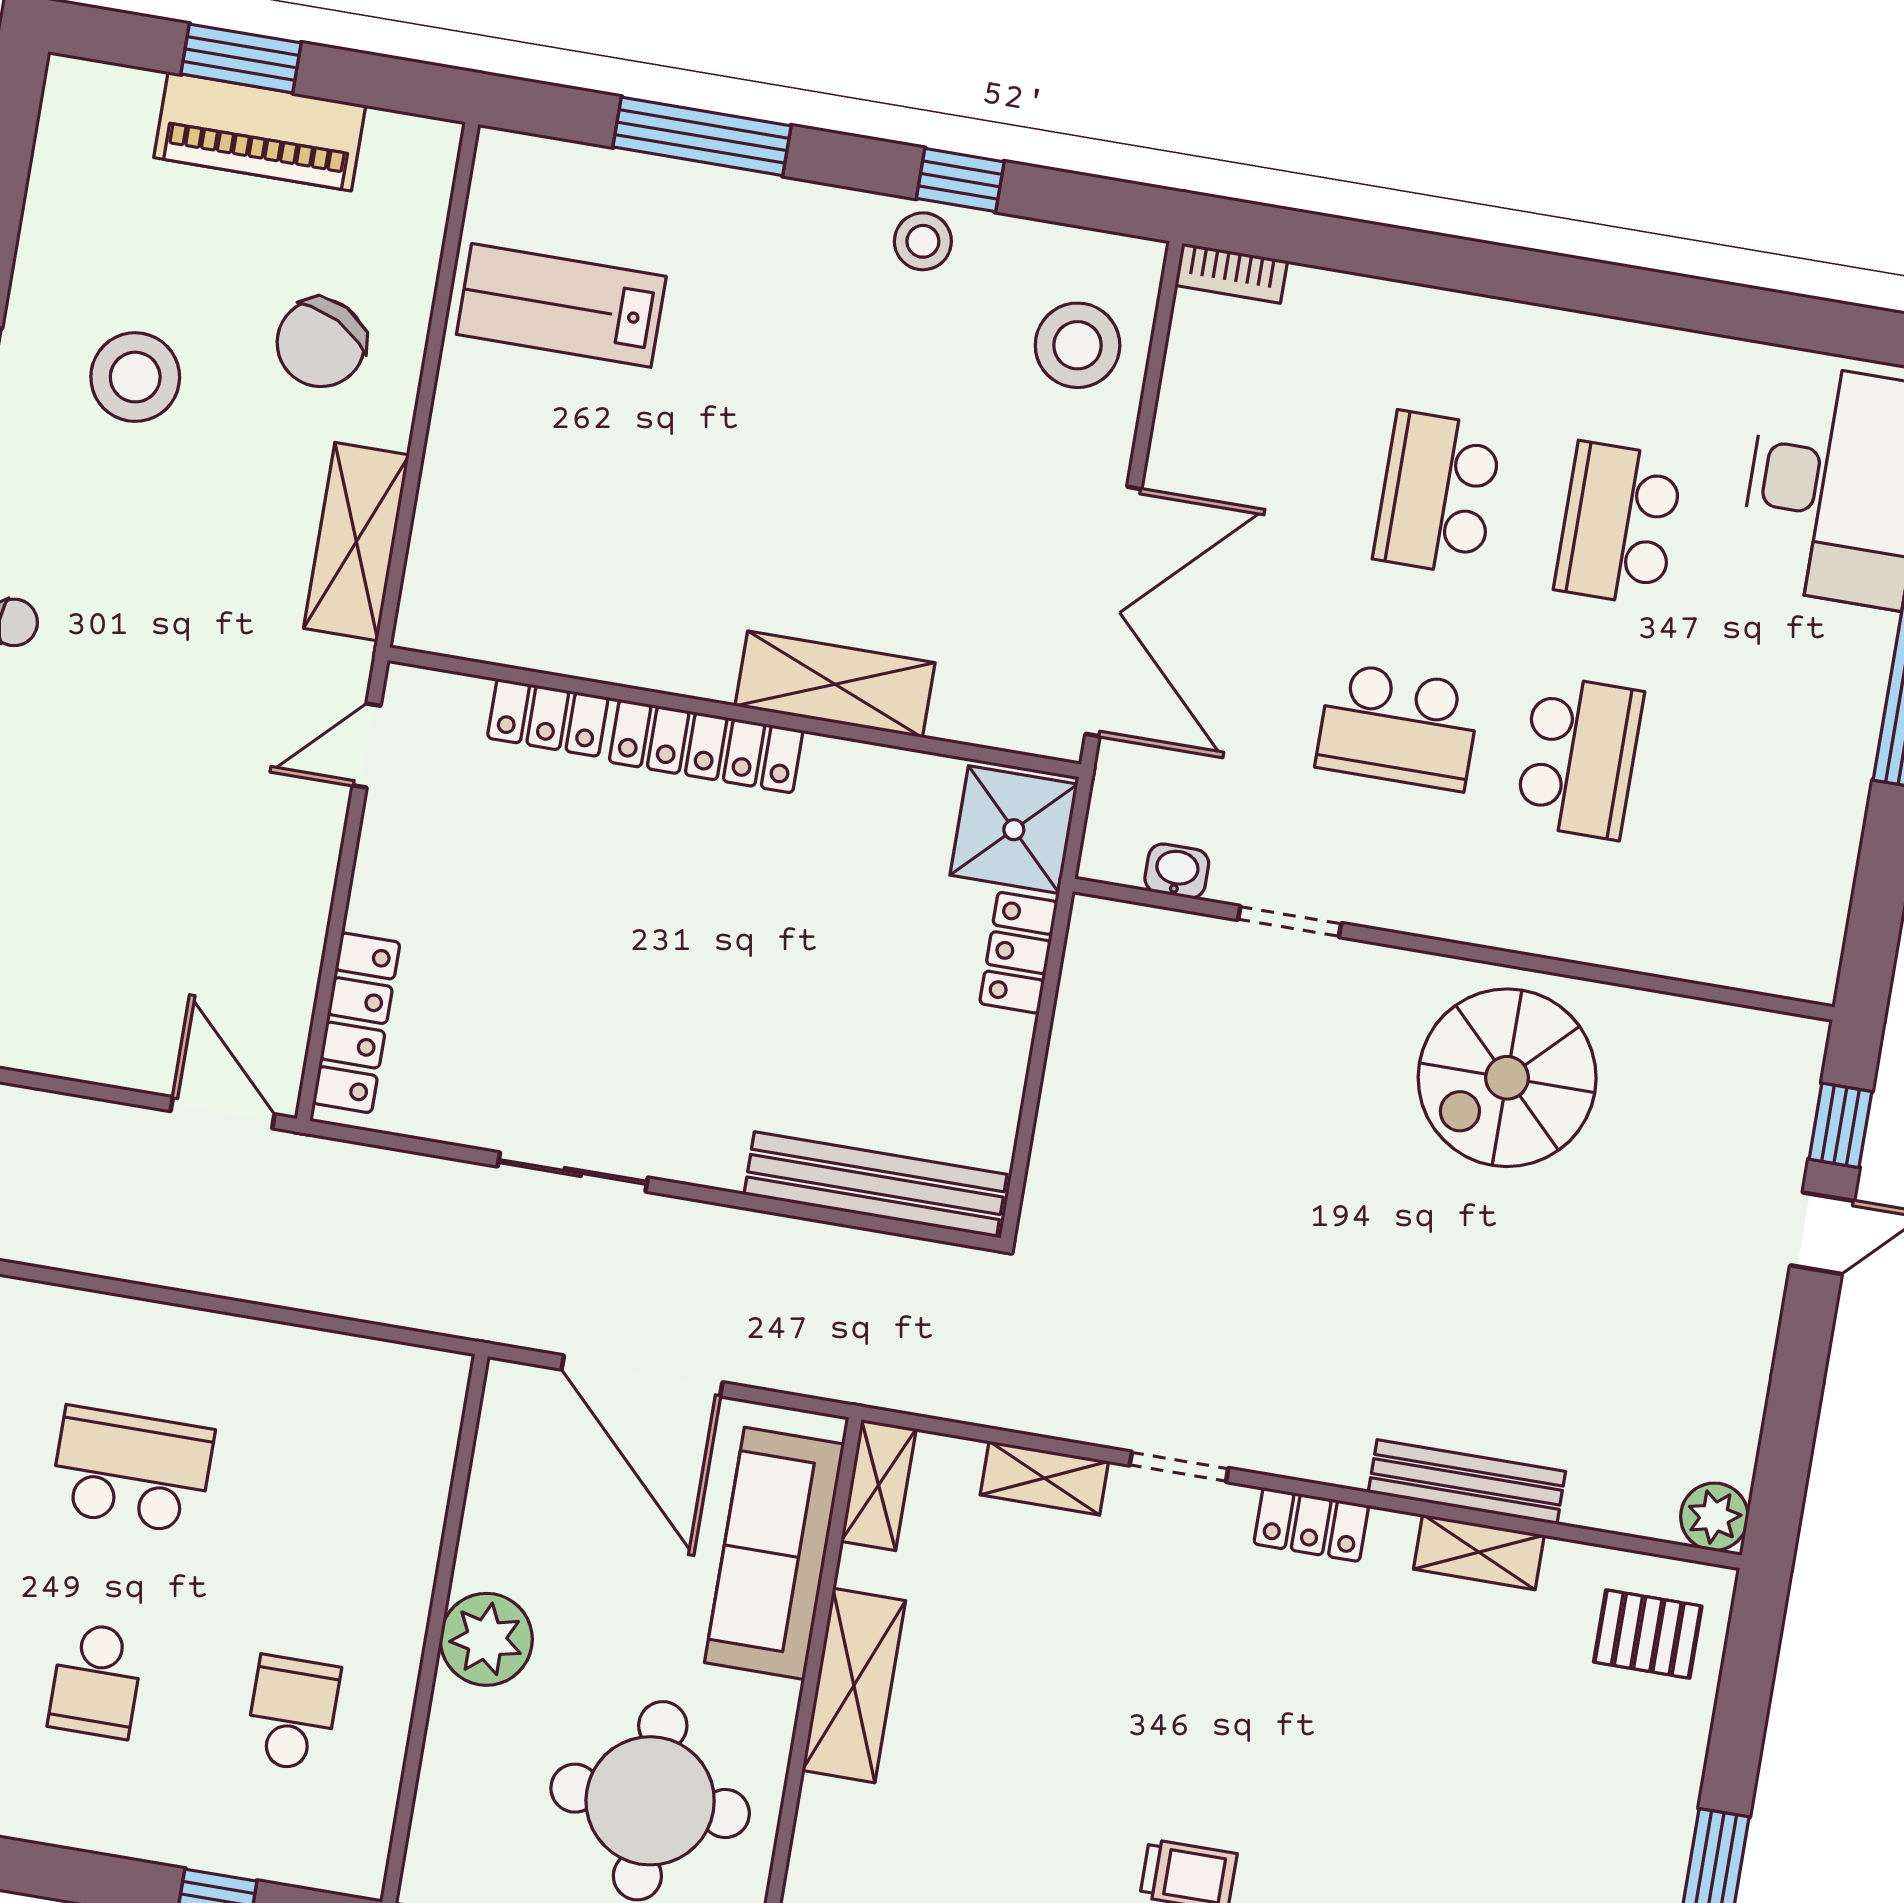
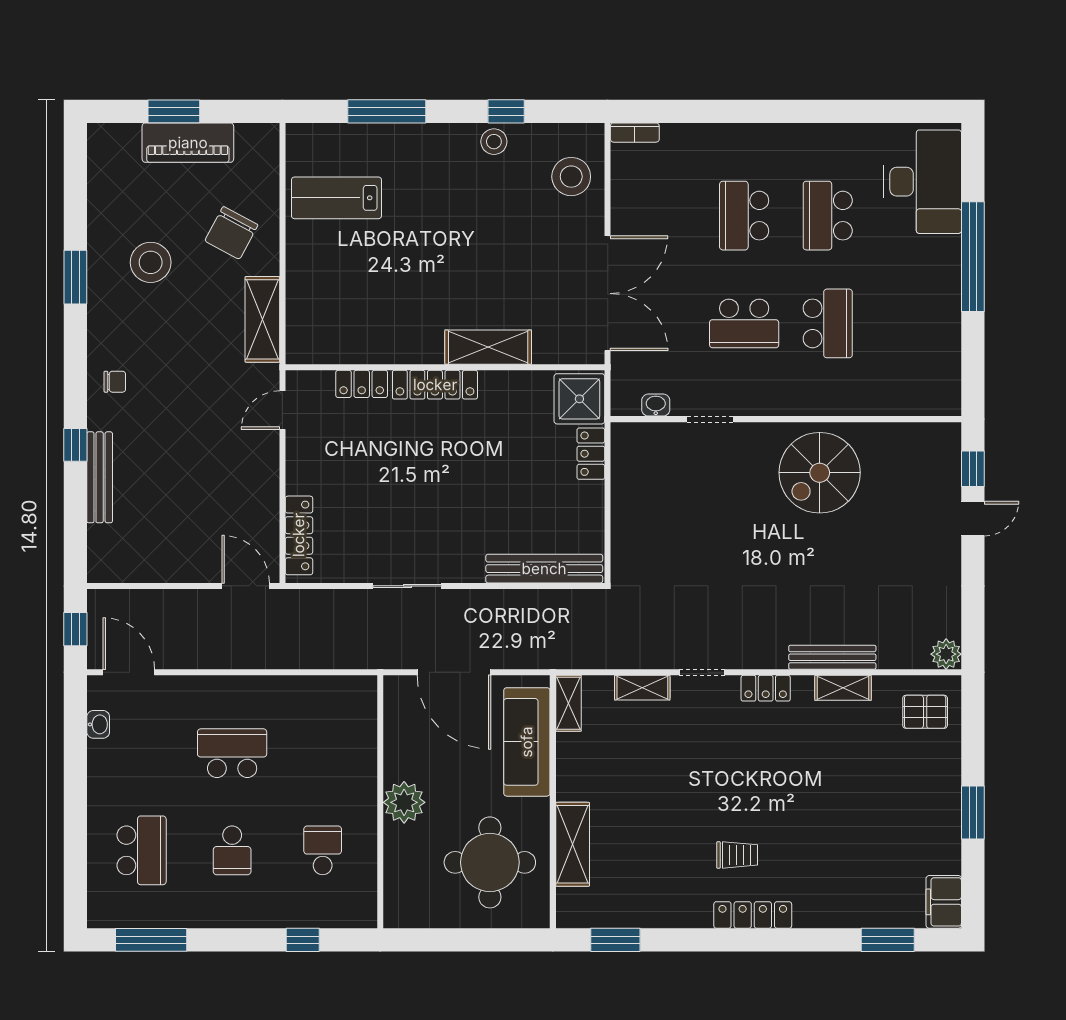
shelving: (854, 1685) -> (573, 844), moved

